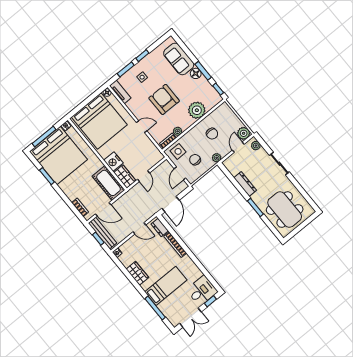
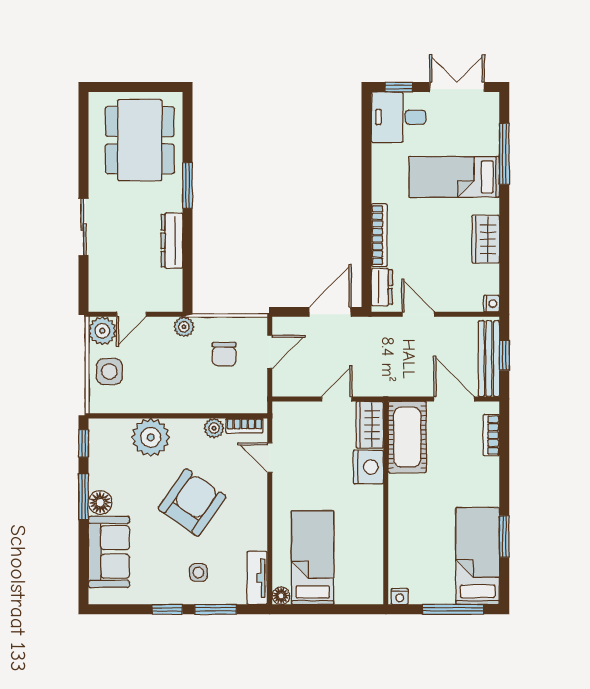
armchair: (164, 99) -> (192, 503), turned -145
bed: (99, 121) -> (313, 558), width x0.49
door: (142, 127) -> (270, 458), moved
chair: (212, 134) -> (158, 375), removed
plant: (256, 146) -> (99, 292), removed
side table: (178, 151) -> (109, 372), moved
bed: (58, 155) -> (478, 556), width x0.49

